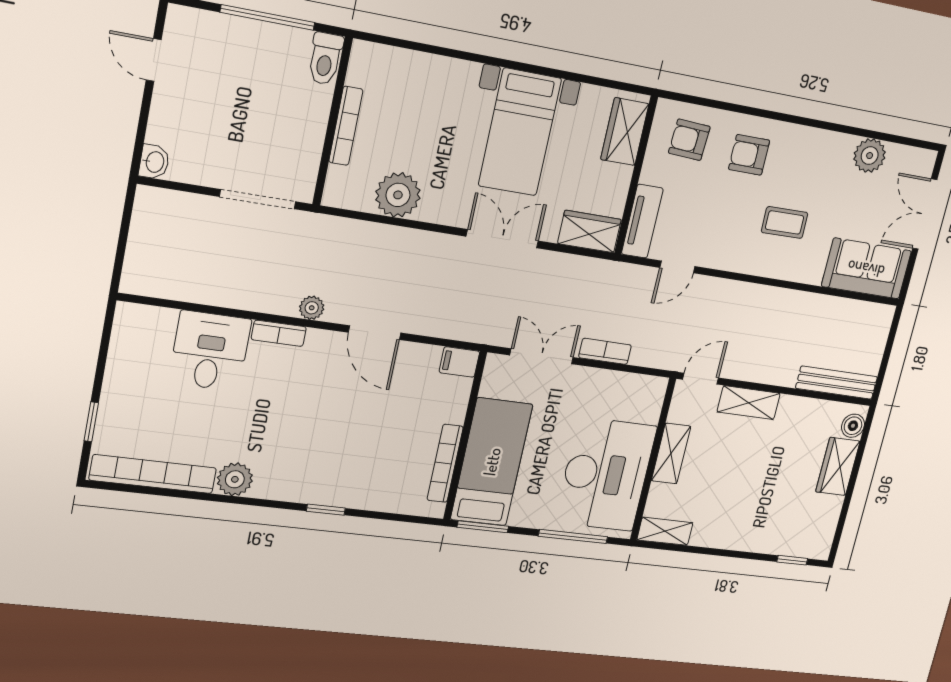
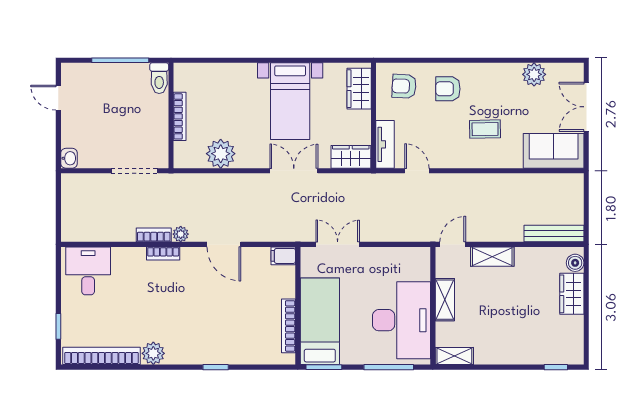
door: (677, 267) -> (417, 171), swing flipped
desk: (210, 351) -> (88, 271), moved
bookcase: (605, 351) -> (154, 235), moved

